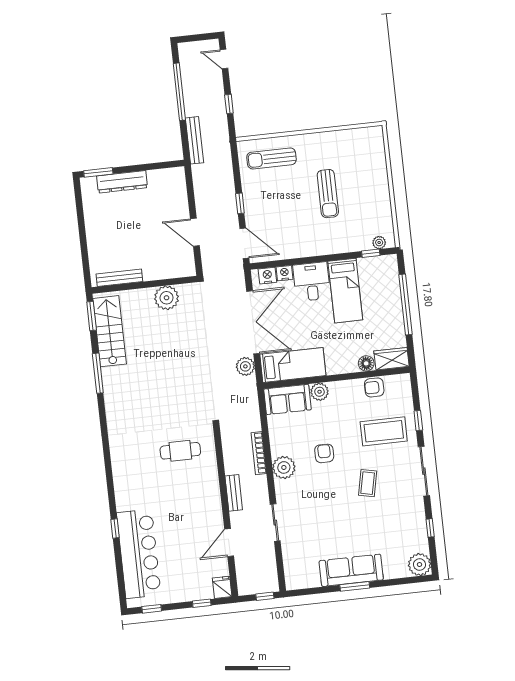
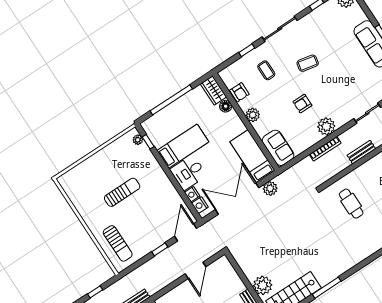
plant: (167, 298) -> (263, 285), moved
plant: (320, 392) -> (253, 115), moved
coffee table: (384, 431) -> (266, 70), width x0.54, depth x0.58

